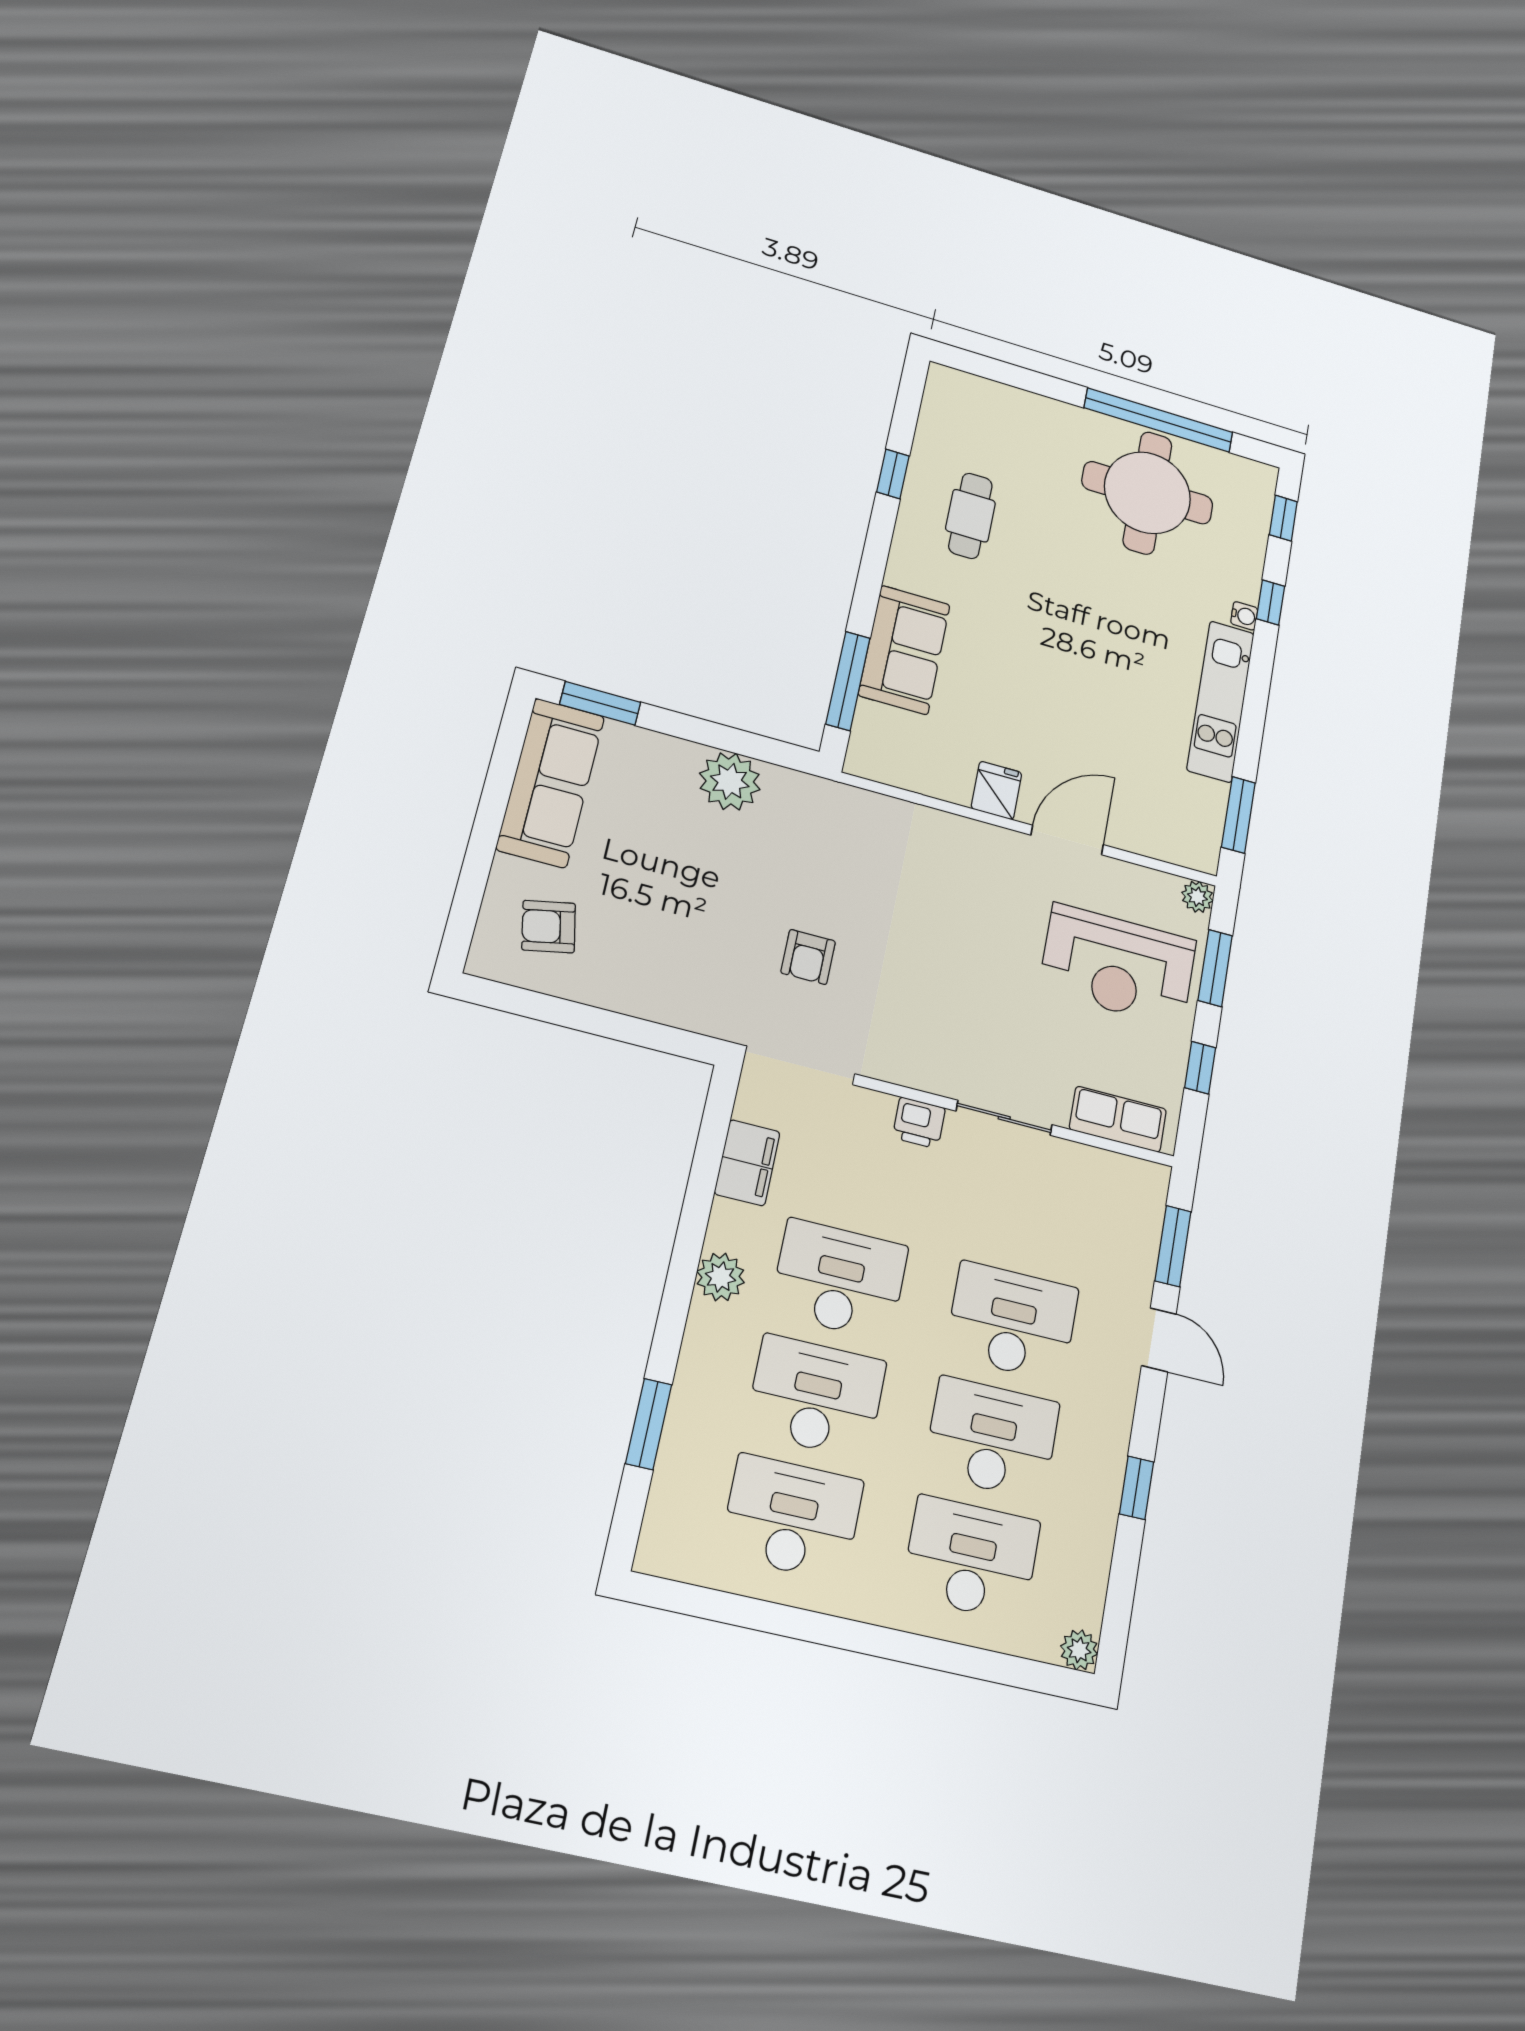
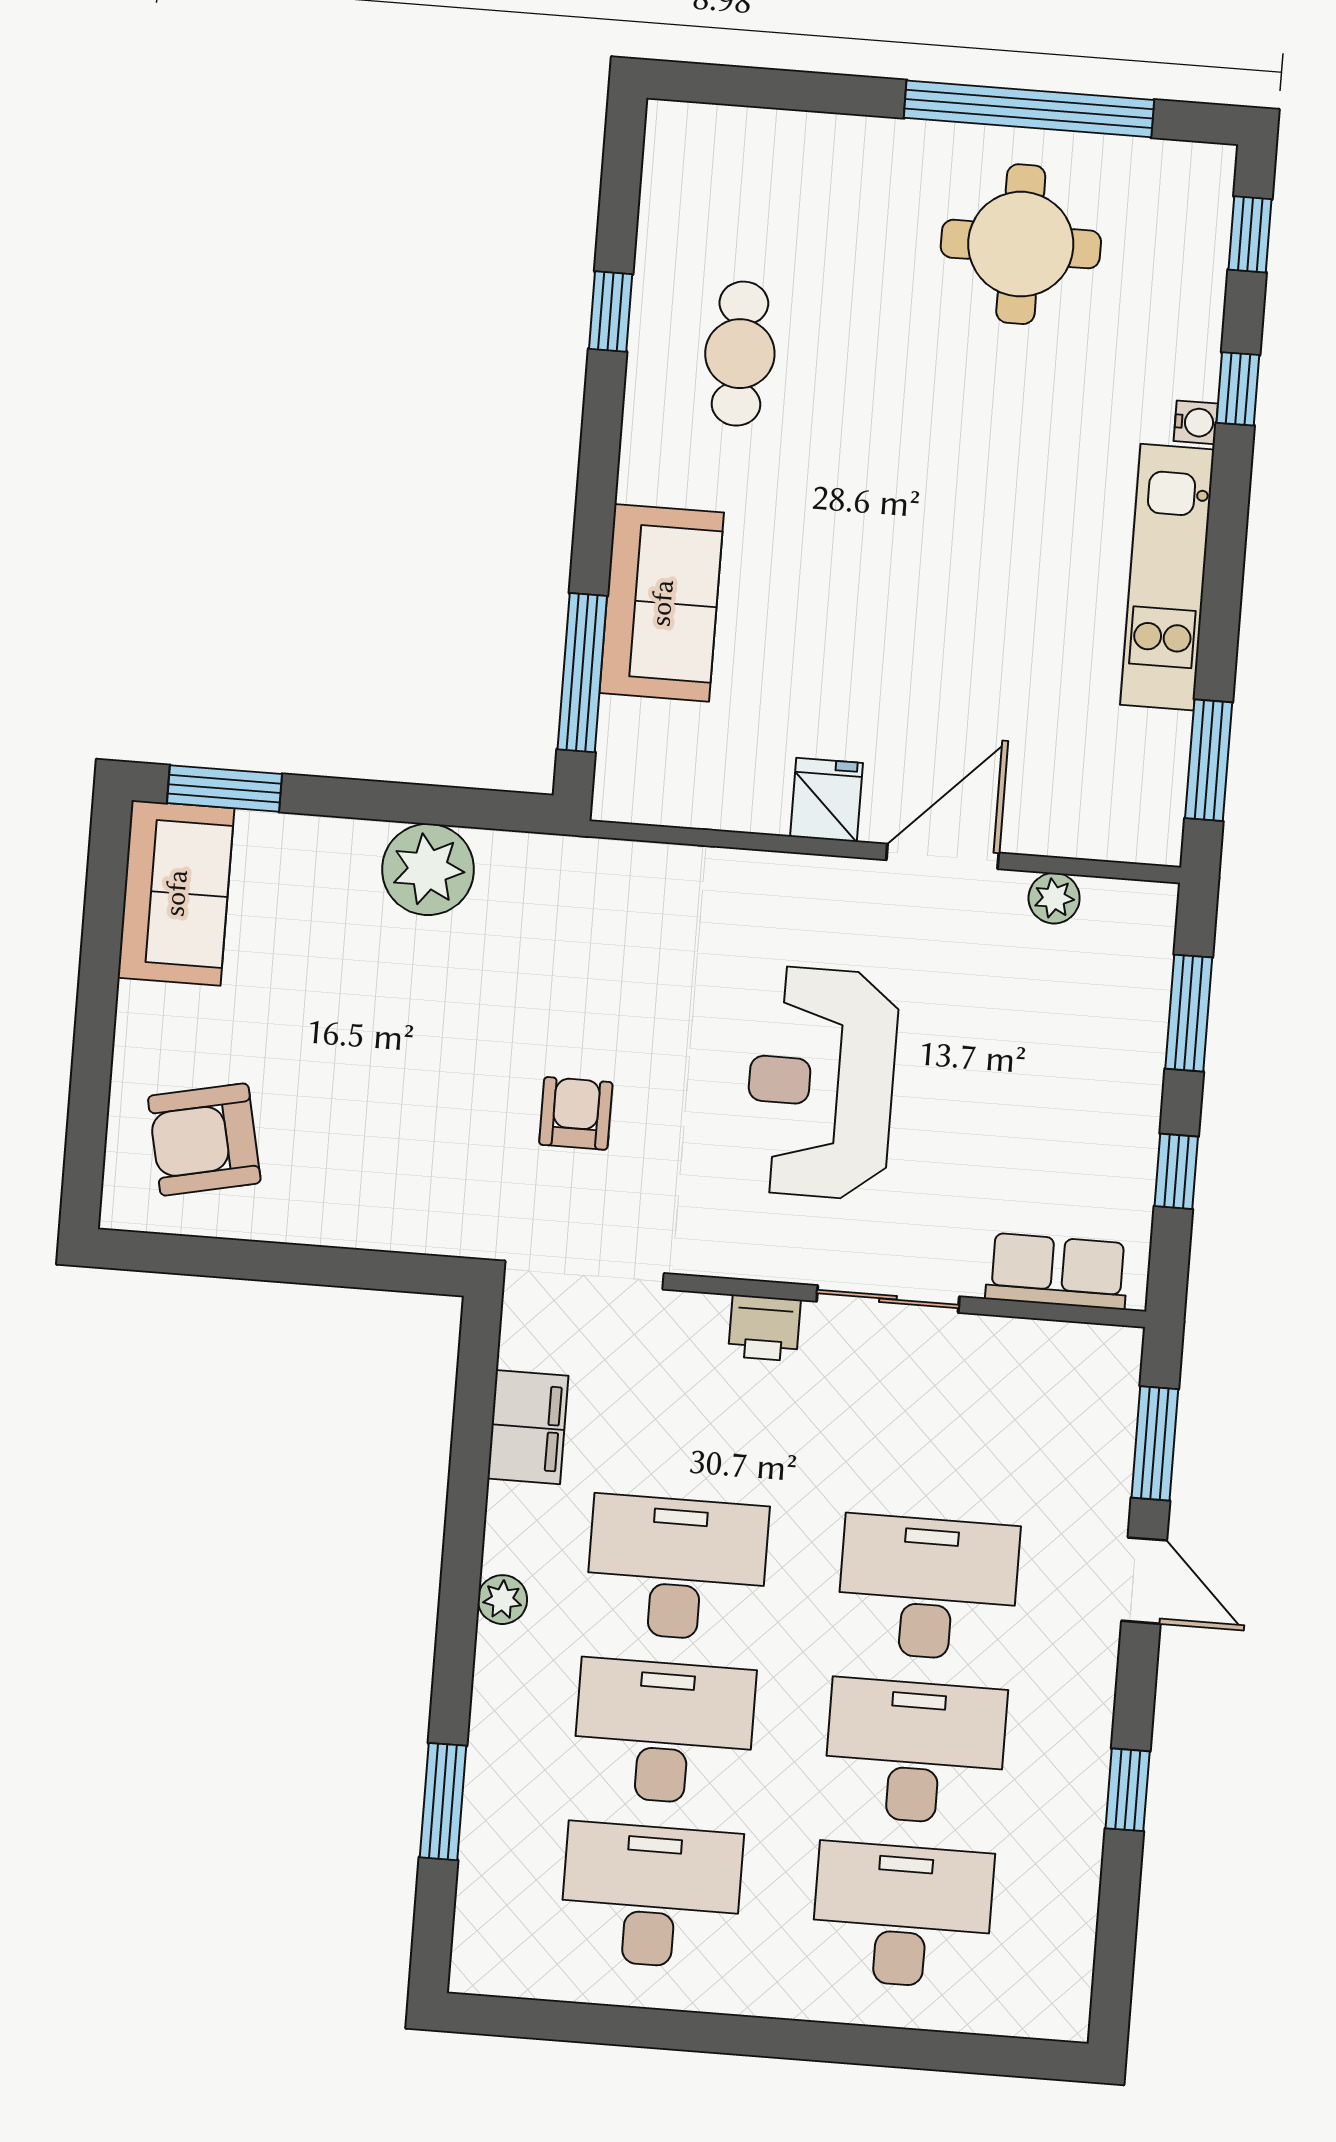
round table: (1147, 493) -> (1021, 244), width x0.73, depth x0.73
sofa: (551, 782) -> (176, 893), width x0.73
plant: (1197, 897) -> (1054, 898), moved
armchair: (549, 927) -> (204, 1140), width x1.38, depth x1.38
armchair: (808, 957) -> (576, 1113), turned 180
reception desk: (1118, 965) -> (821, 1083), moved, turned 90
plant: (721, 1277) -> (502, 1600), width x0.73, depth x0.73
plant: (1079, 1650) -> (1064, 2015), removed

